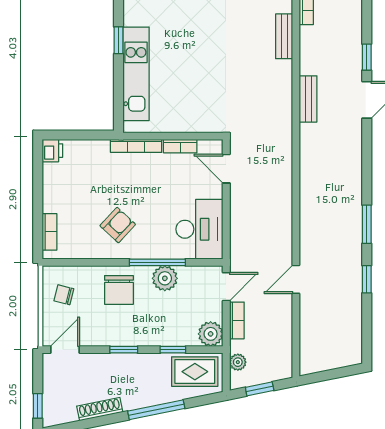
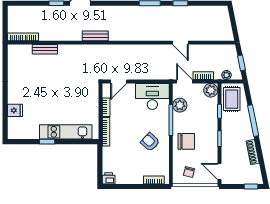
bench: (308, 99) -> (95, 36), moved
plant: (165, 278) -> (180, 105), moved

